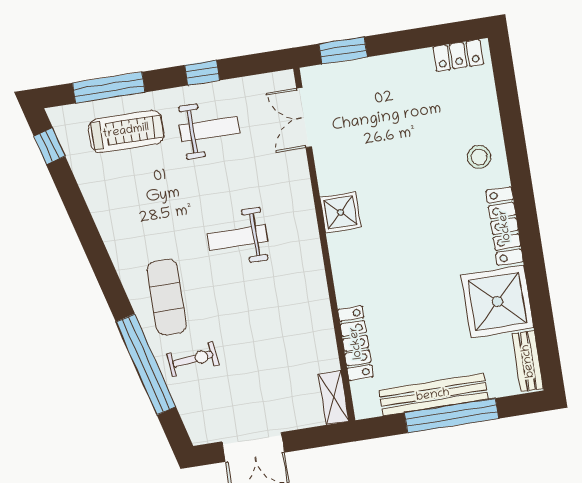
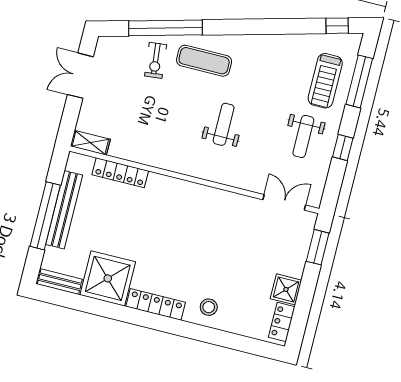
shower: (341, 212) -> (286, 289), moved

